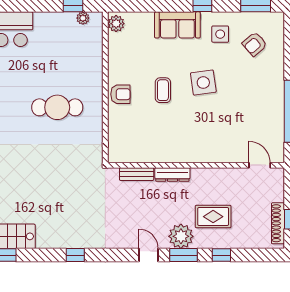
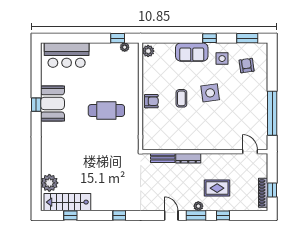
armchair: (255, 44) -> (247, 66), turned 123
plant: (181, 236) -> (198, 206), width x0.53, depth x0.53

